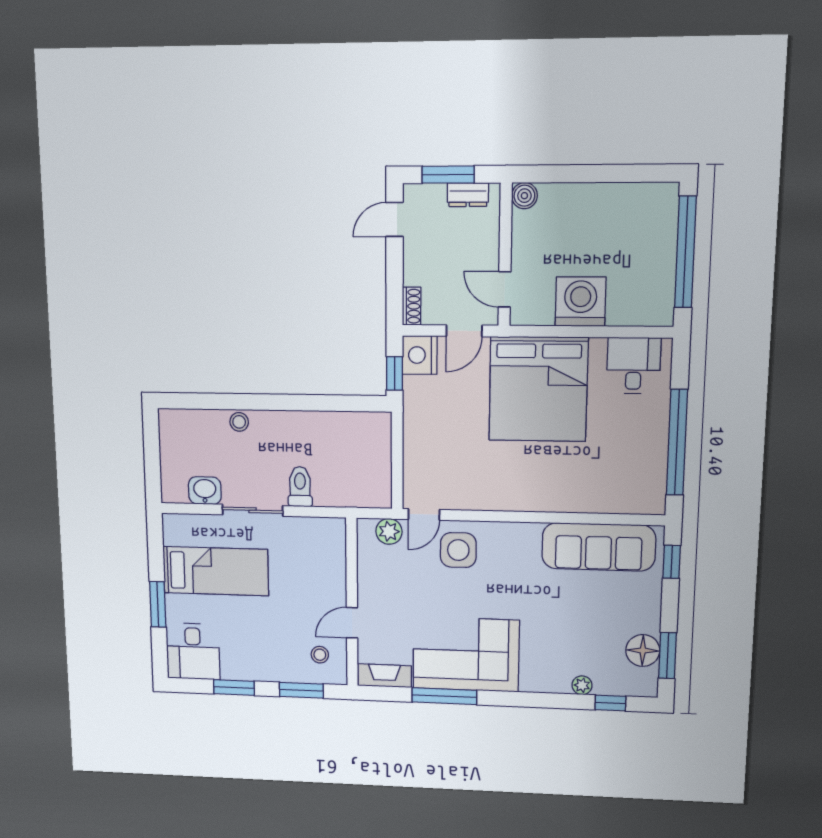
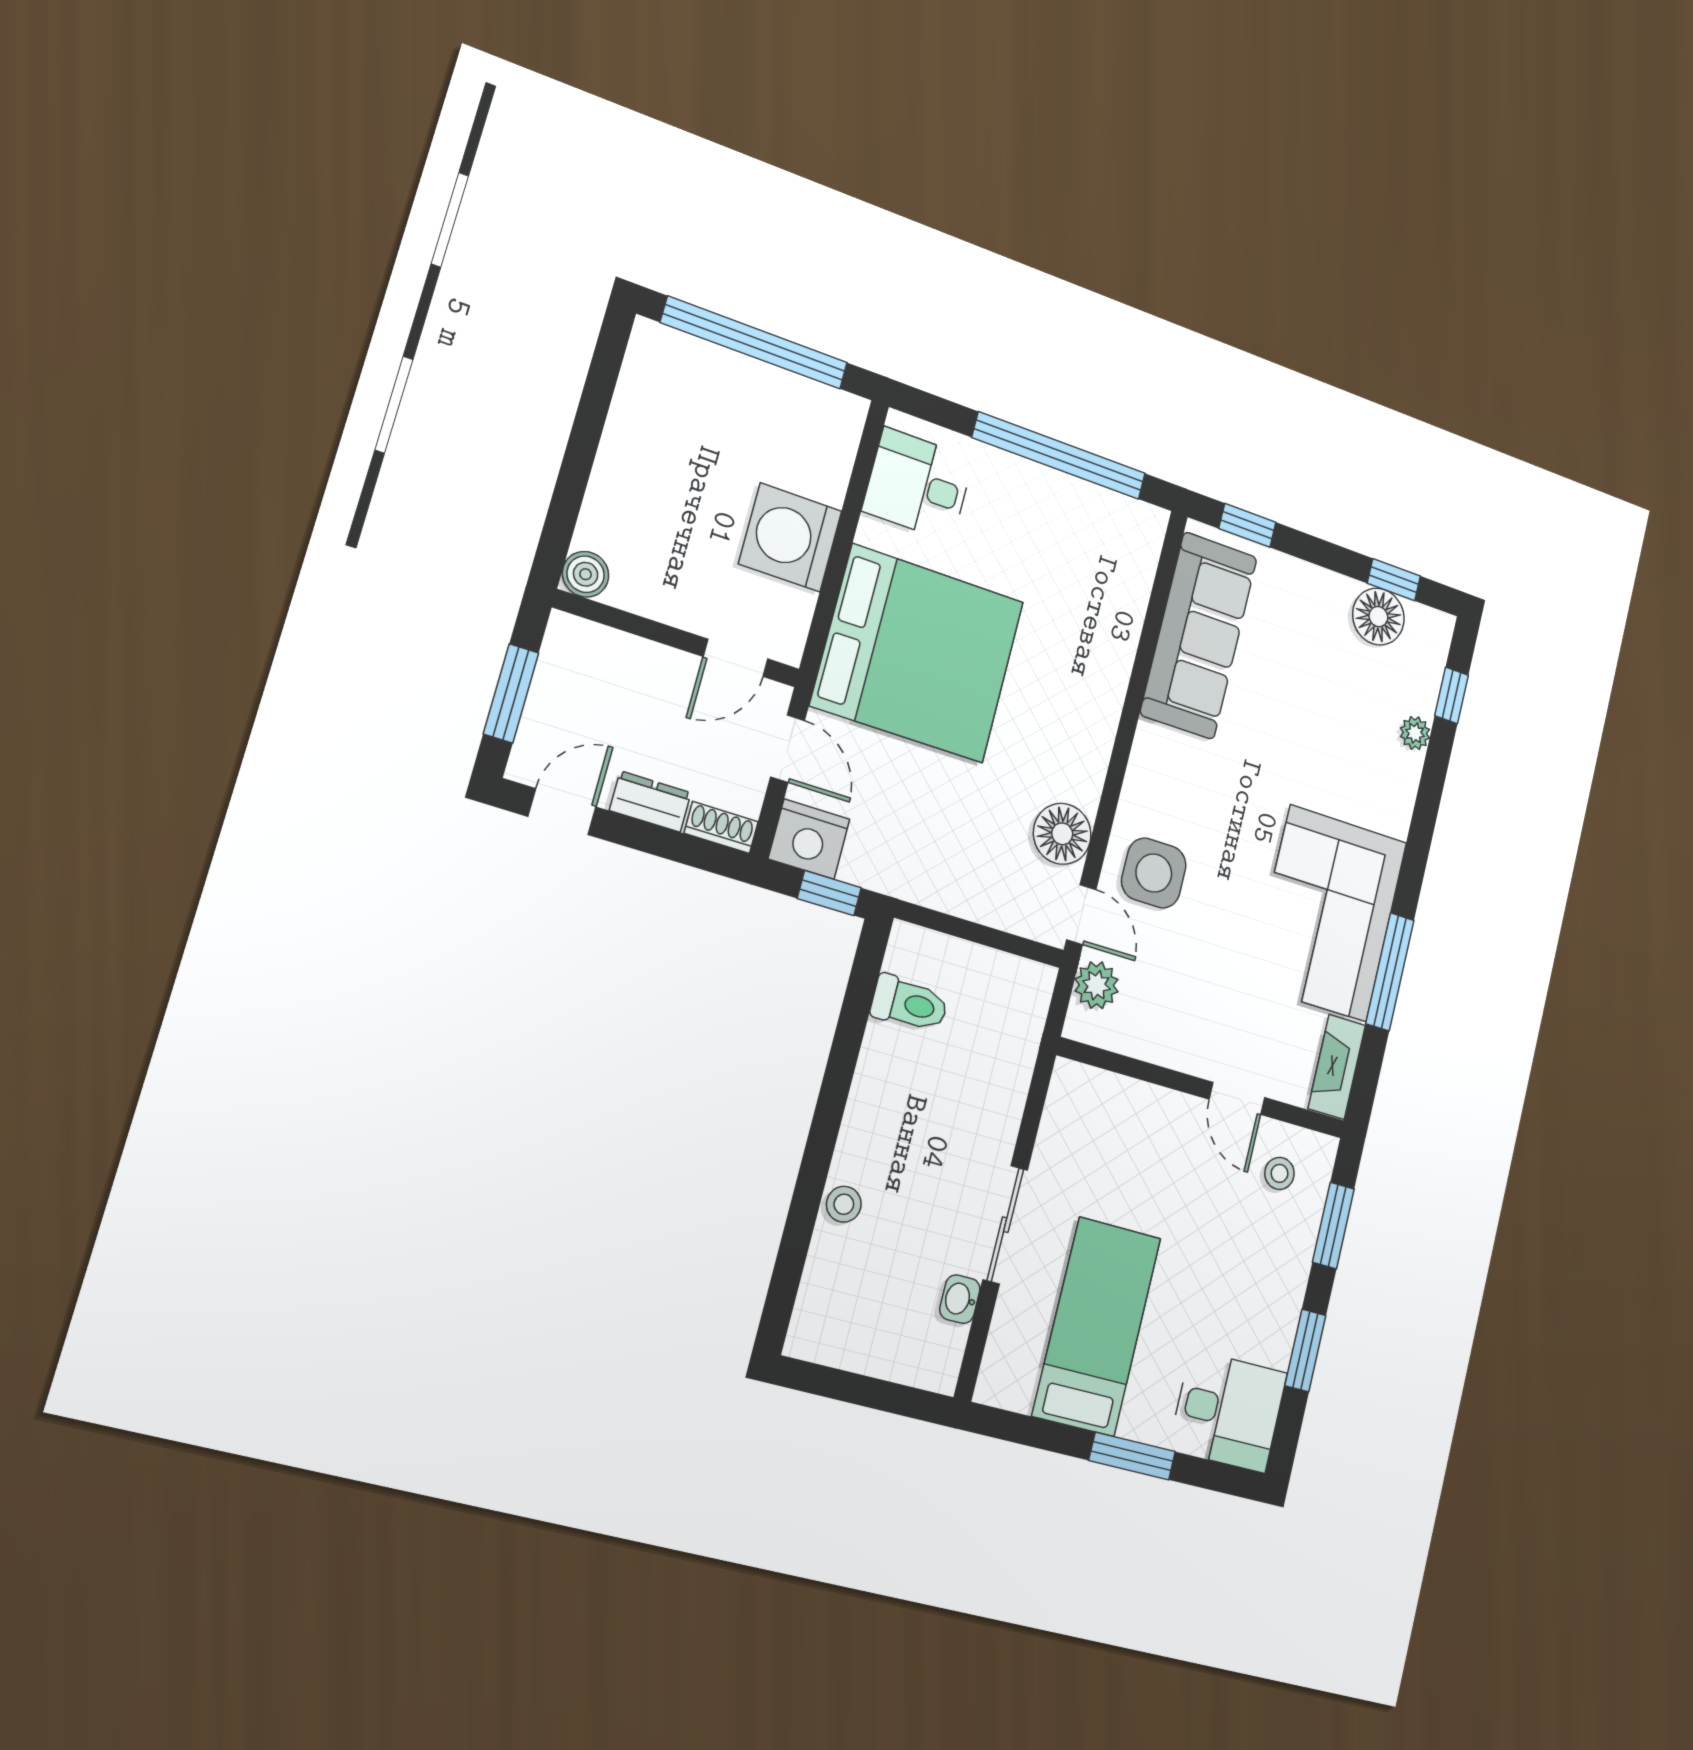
dresser: (468, 195) -> (650, 801), moved, turned -90
door: (394, 220) -> (562, 812), swing flipped
toilet: (300, 487) -> (910, 1004), moved, turned 180
washbasin: (205, 491) -> (960, 1299), width x0.72, depth x0.69
floor lamp: (464, 494) -> (1062, 834), added
window: (668, 656) -> (1394, 580), width x0.67

